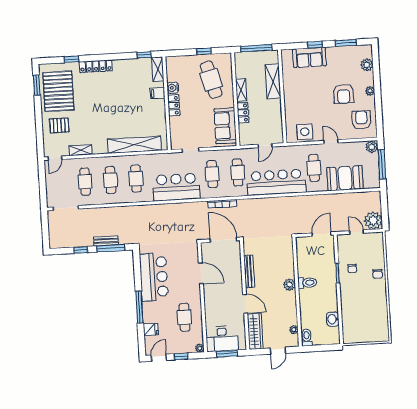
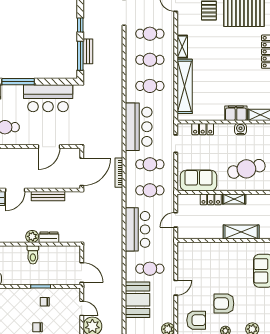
filing cabinet: (158, 93) -> (236, 113), width x2.00
locker: (174, 105) -> (203, 129), moved
side table: (305, 132) -> (188, 261), removed
door: (265, 146) -> (176, 220), hinge flipped
shelving: (81, 150) -> (182, 47), moved
bar counter: (276, 182) -> (138, 229), width x0.73
door: (357, 232) -> (82, 308), hinge flipped
dresser: (289, 268) -> (49, 237), added

